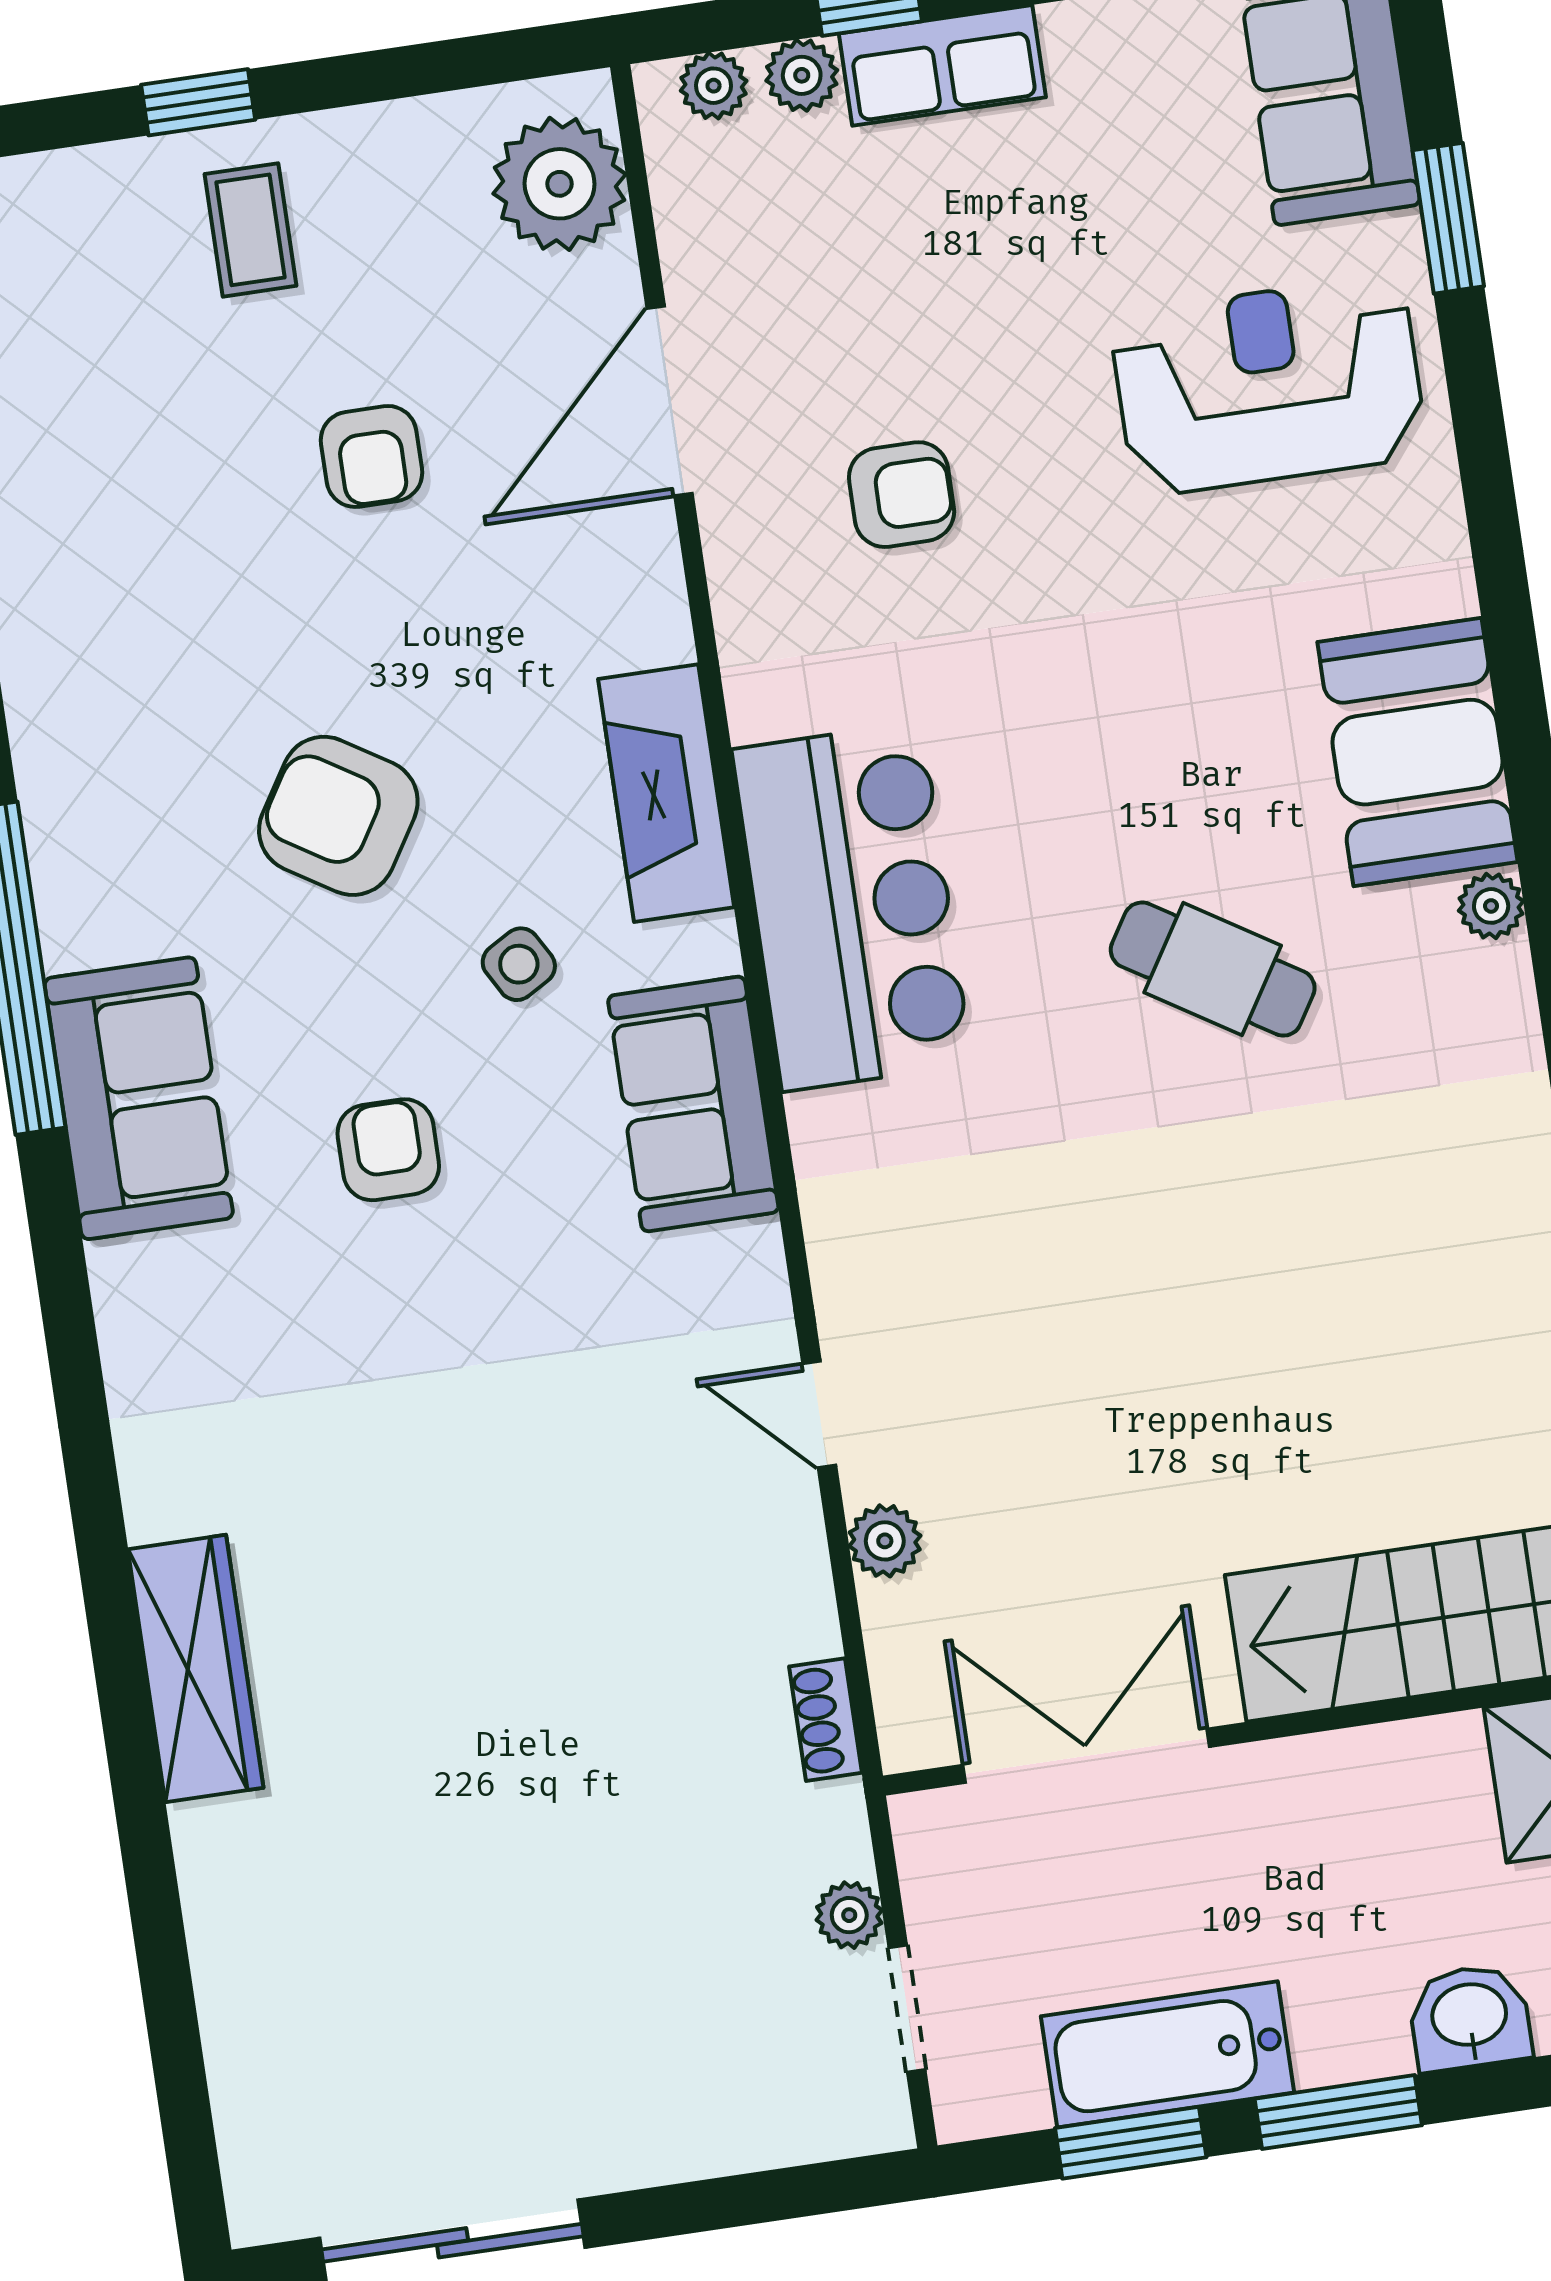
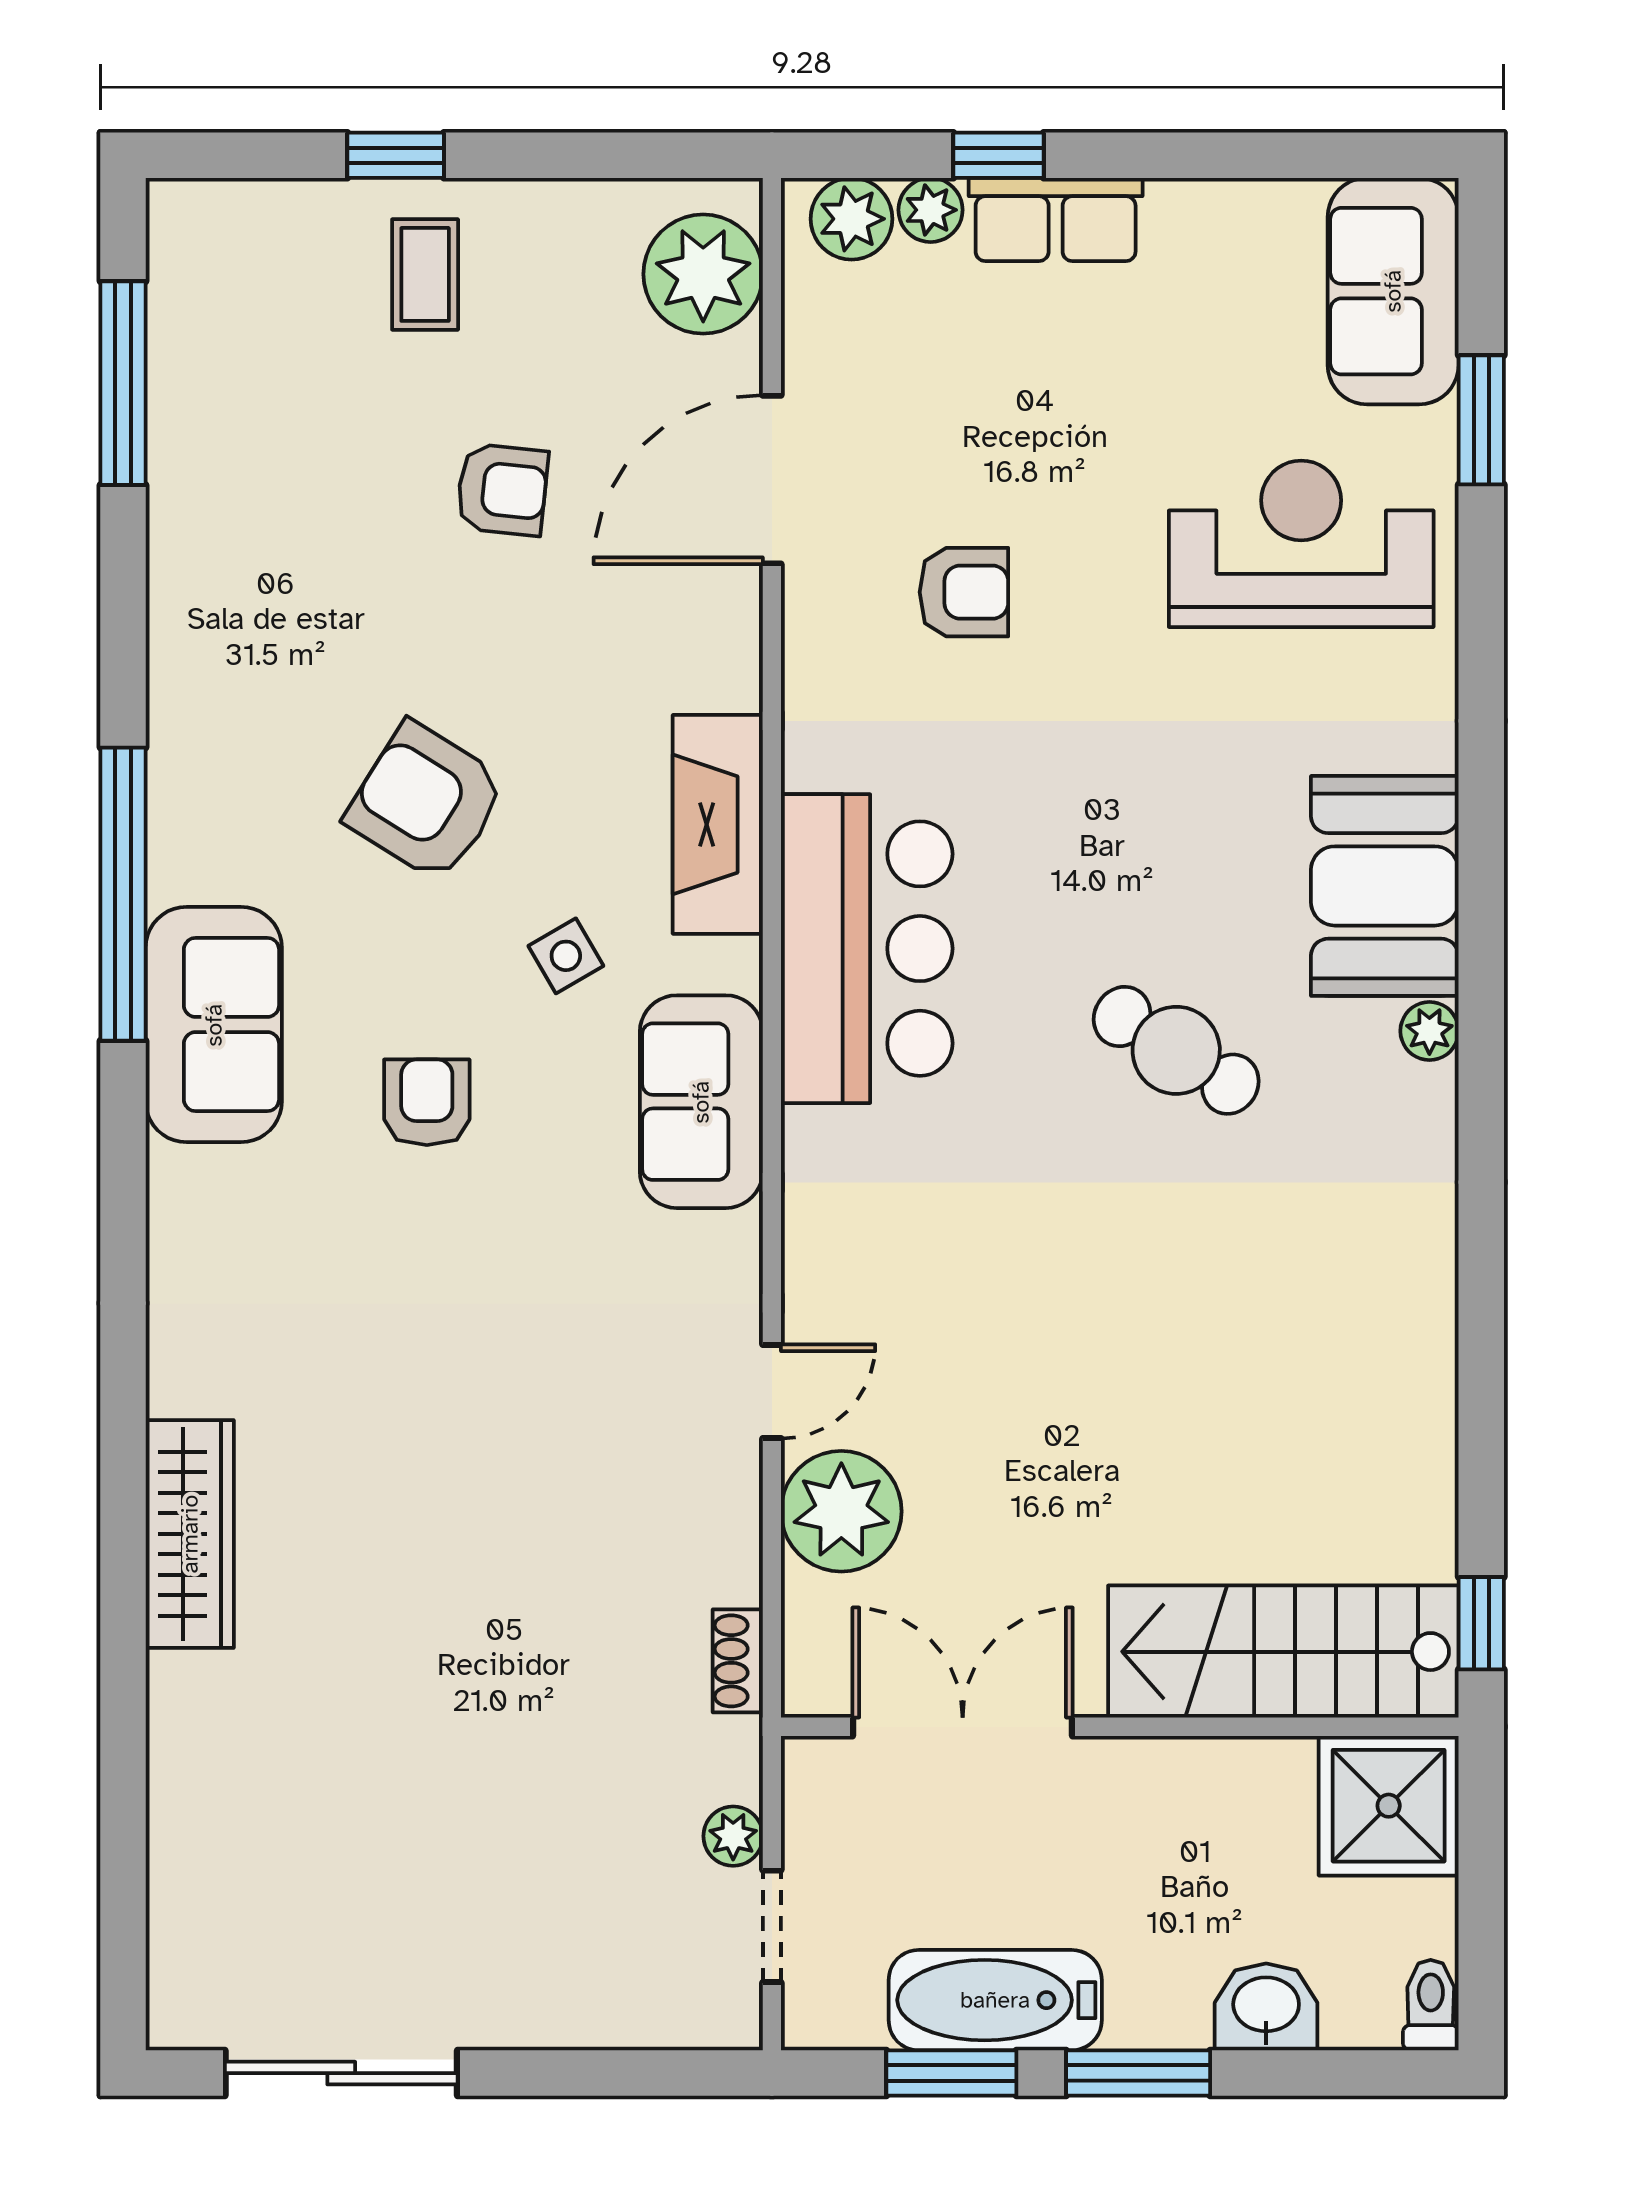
plant: (714, 86) -> (852, 219), width x1.38, depth x1.38
armchair: (372, 456) -> (502, 490), turned -84
door: (819, 1415) -> (772, 1392), swing flipped
plant: (885, 1541) -> (841, 1511), width x1.87, depth x1.87

